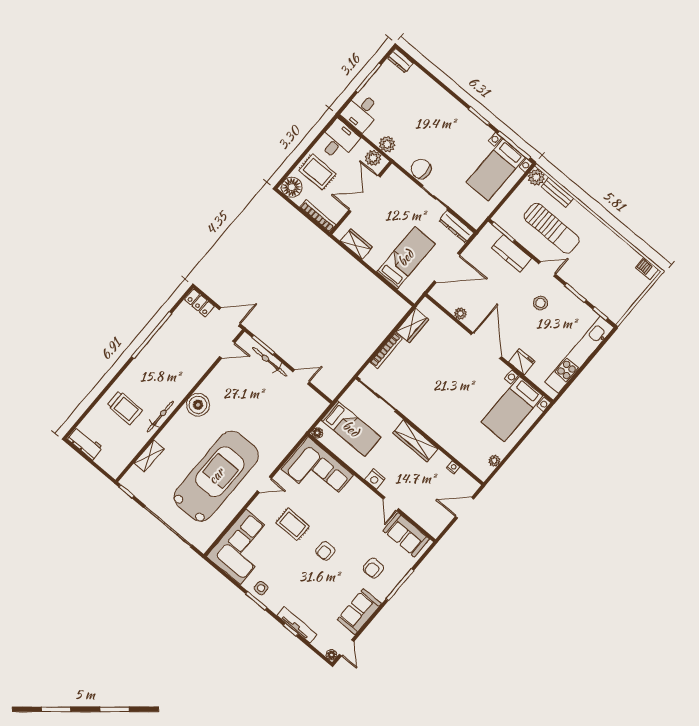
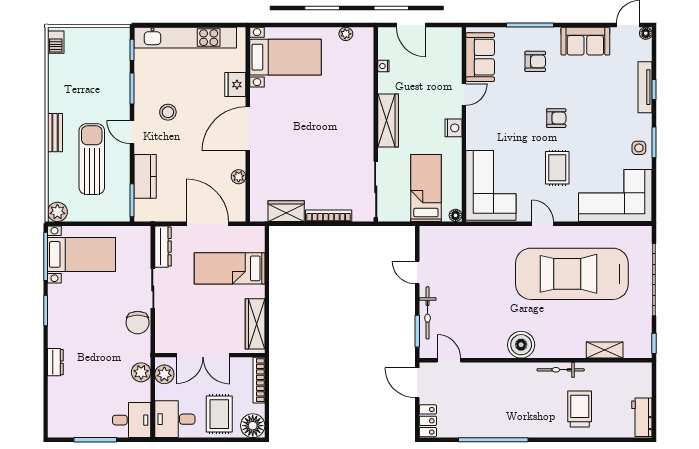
dresser: (400, 61) -> (55, 362), moved
bench: (557, 192) -> (55, 133), moved
wardrobe: (356, 244) -> (255, 324), width x1.50

